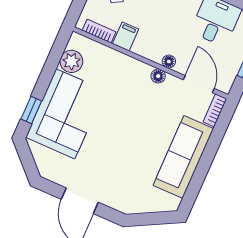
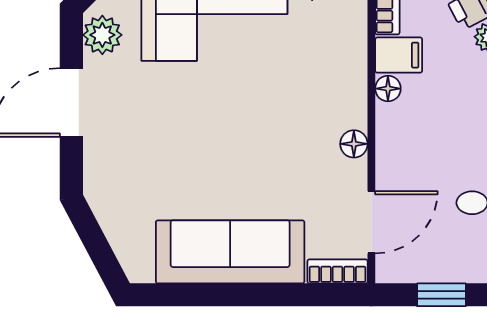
floor lamp: (169, 62) -> (388, 89), moved
plant: (54, 172) -> (102, 35), added

